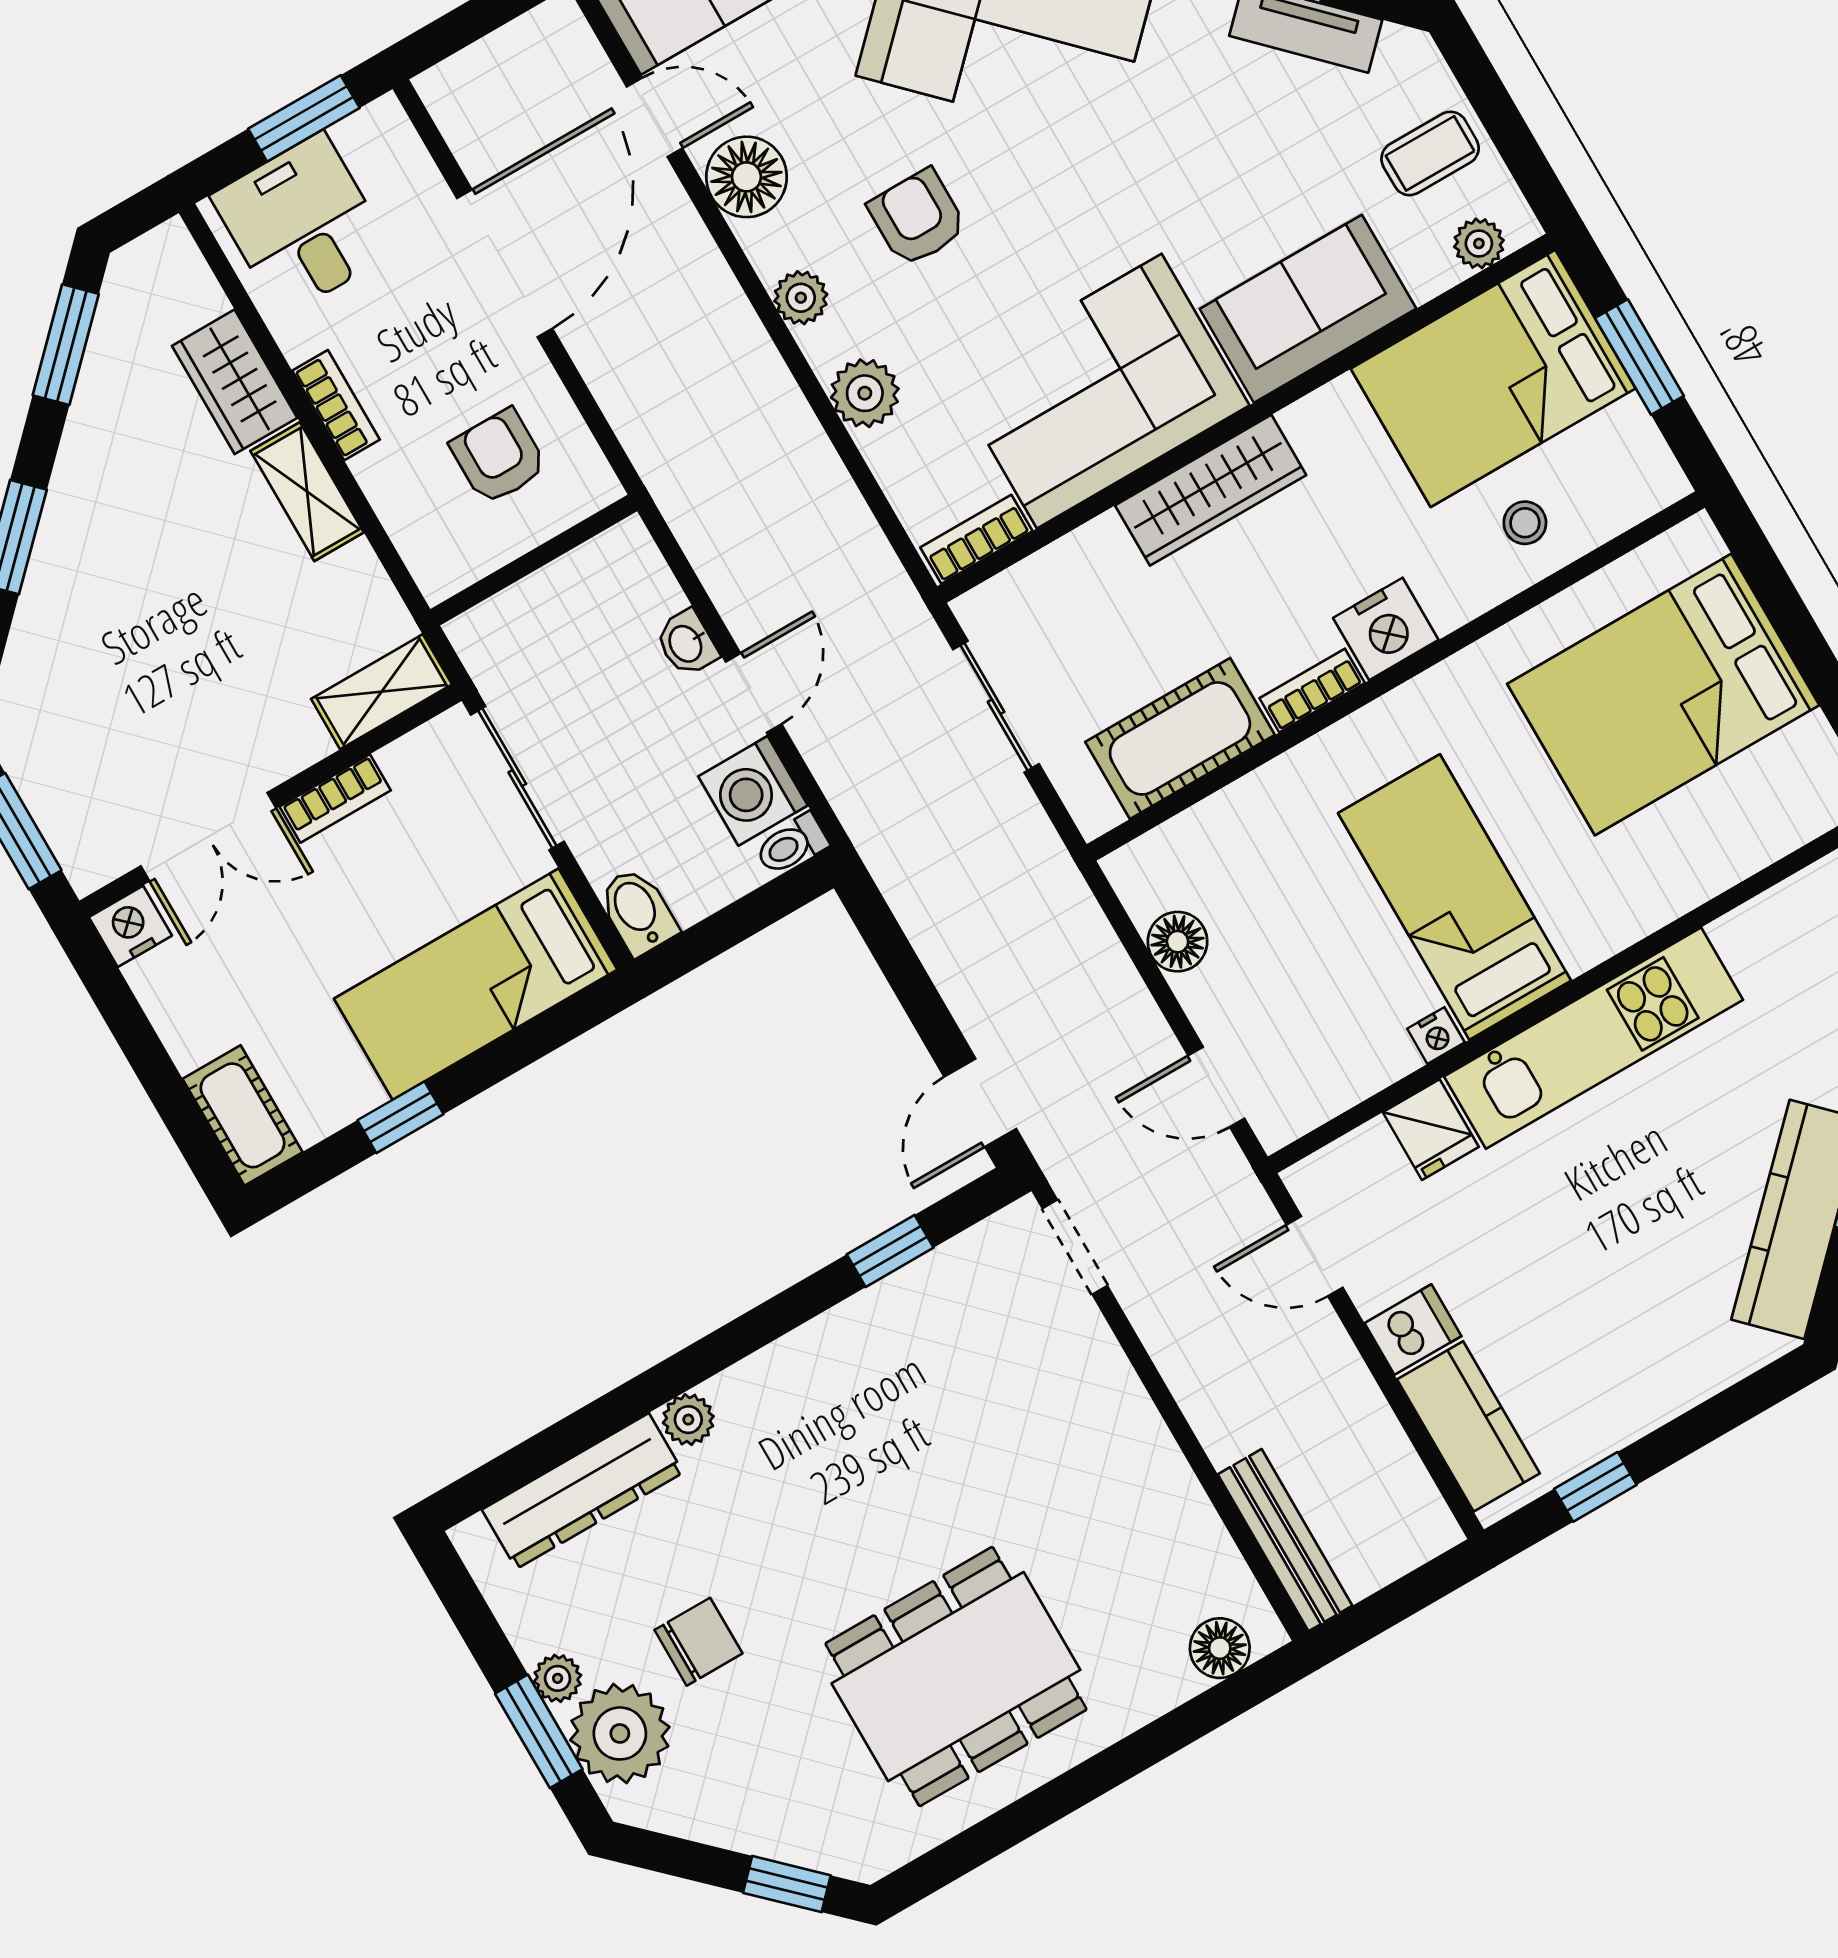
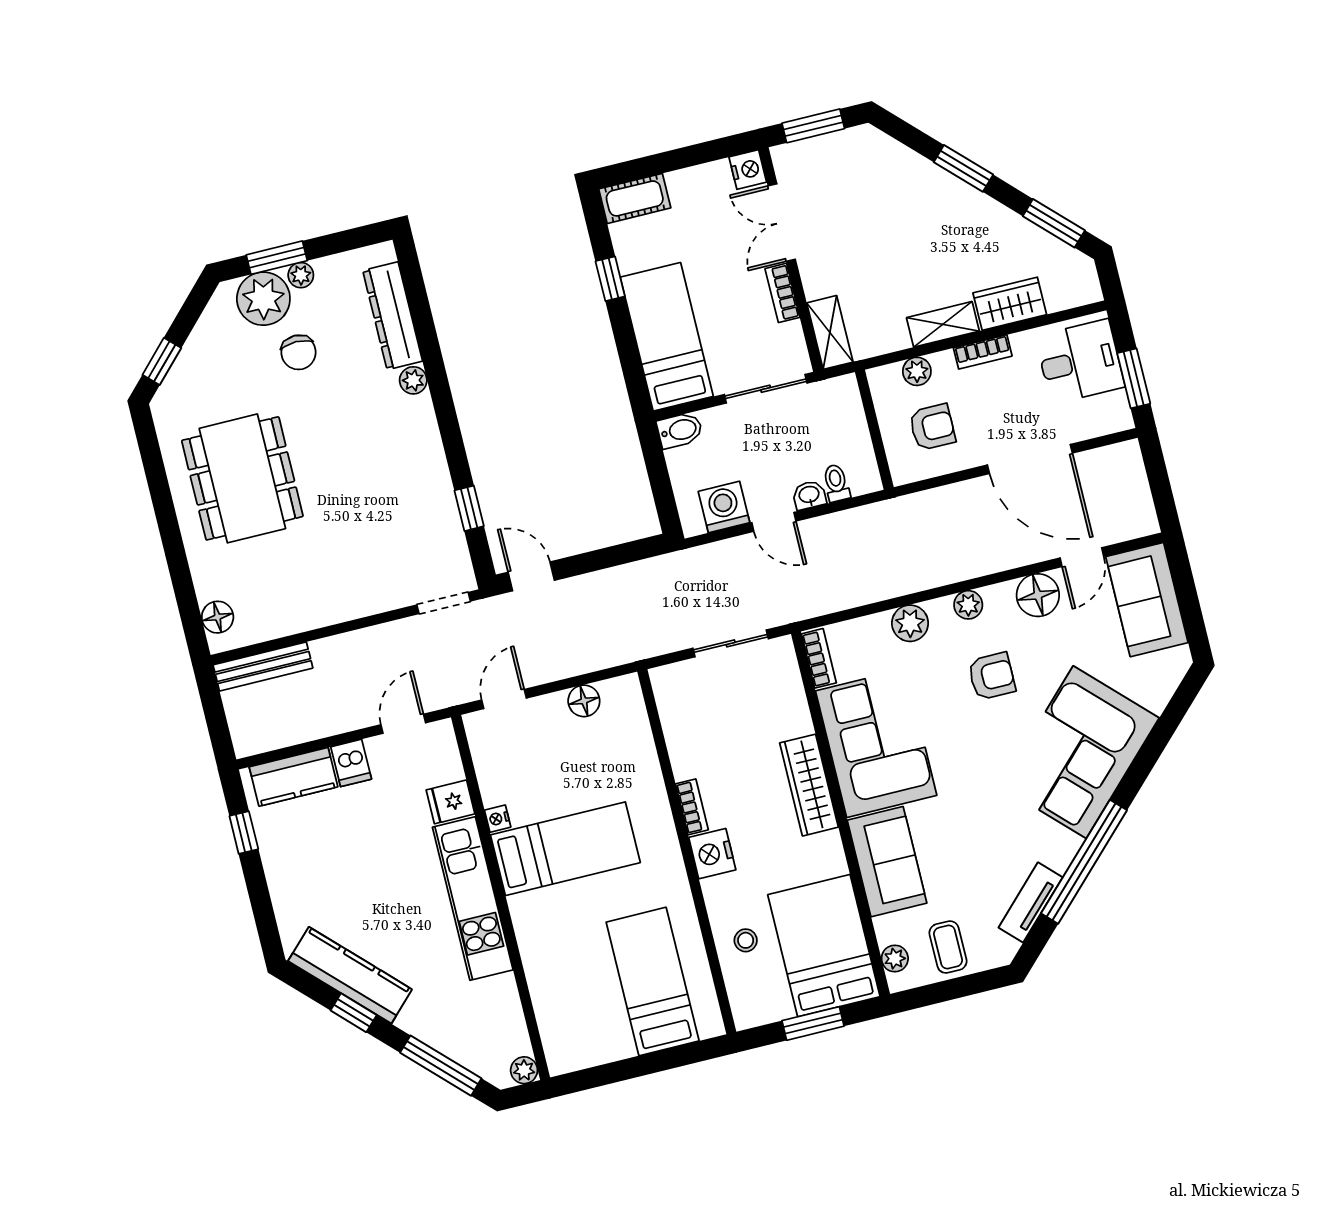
plant: (406, 514) -> (917, 371), added
bed: (1663, 694) -> (653, 982), width x0.67
cot: (1180, 738) -> (687, 732), removed
toilet: (792, 845) -> (836, 483), moved

